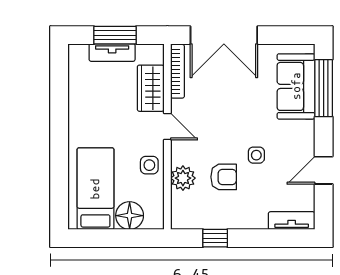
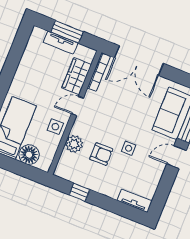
door: (167, 127) -> (77, 106), swing flipped
door: (324, 170) -> (176, 157), moved

